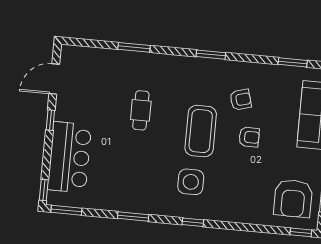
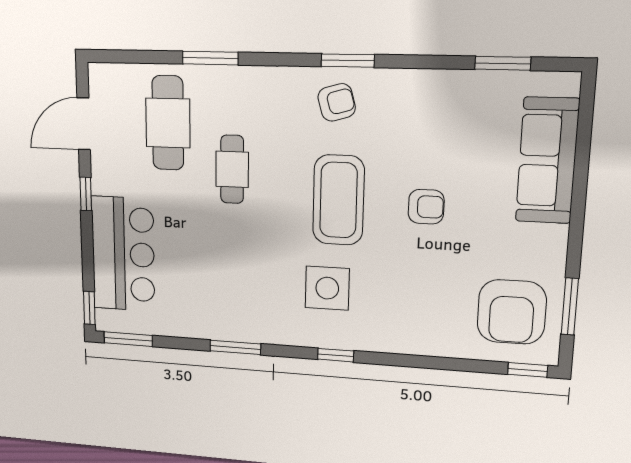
cafe table: (105, 82) -> (168, 123), added
armchair: (241, 100) -> (337, 102), moved

